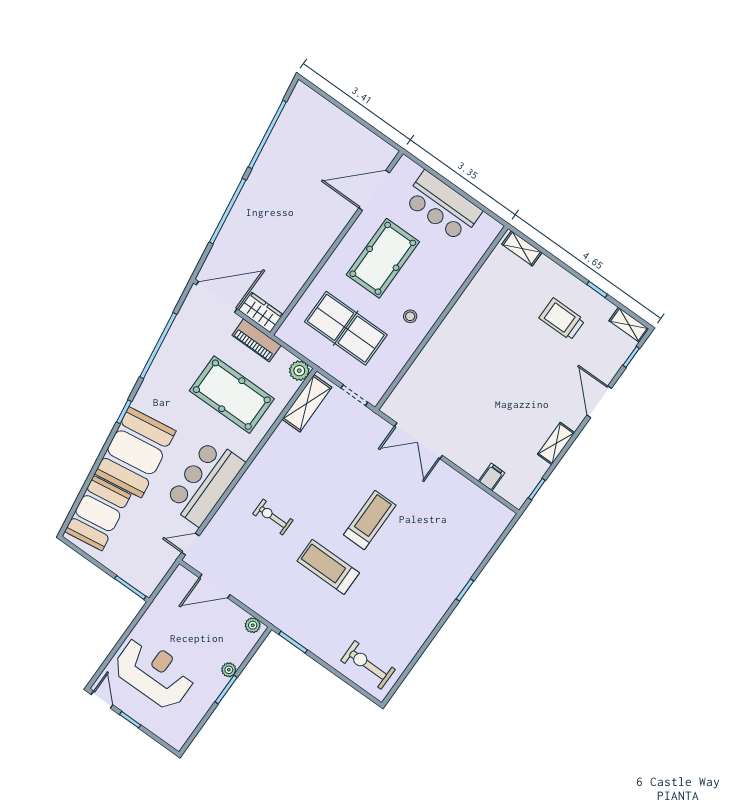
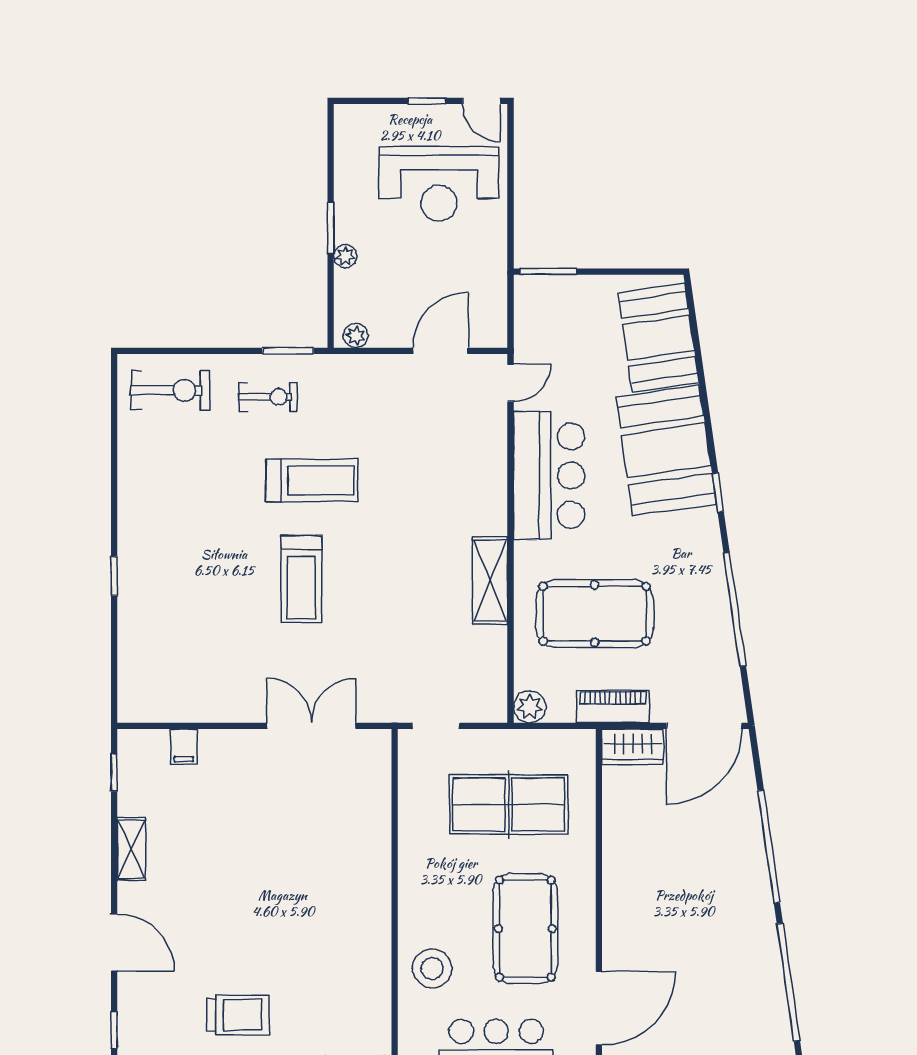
stool: (410, 316) -> (432, 969), moved, width x1.89, depth x1.89
shelving: (307, 403) -> (490, 581), moved
exercise bike: (273, 517) -> (268, 397), moved

